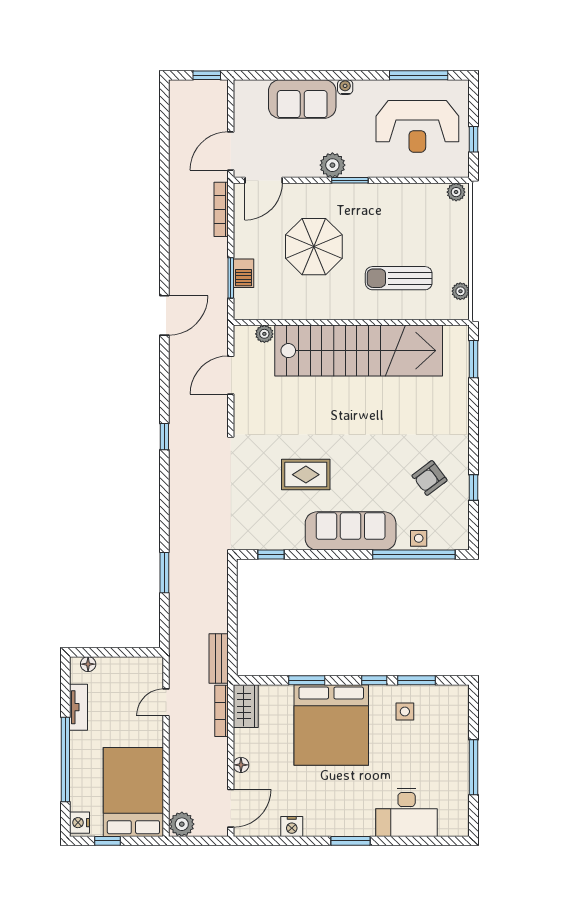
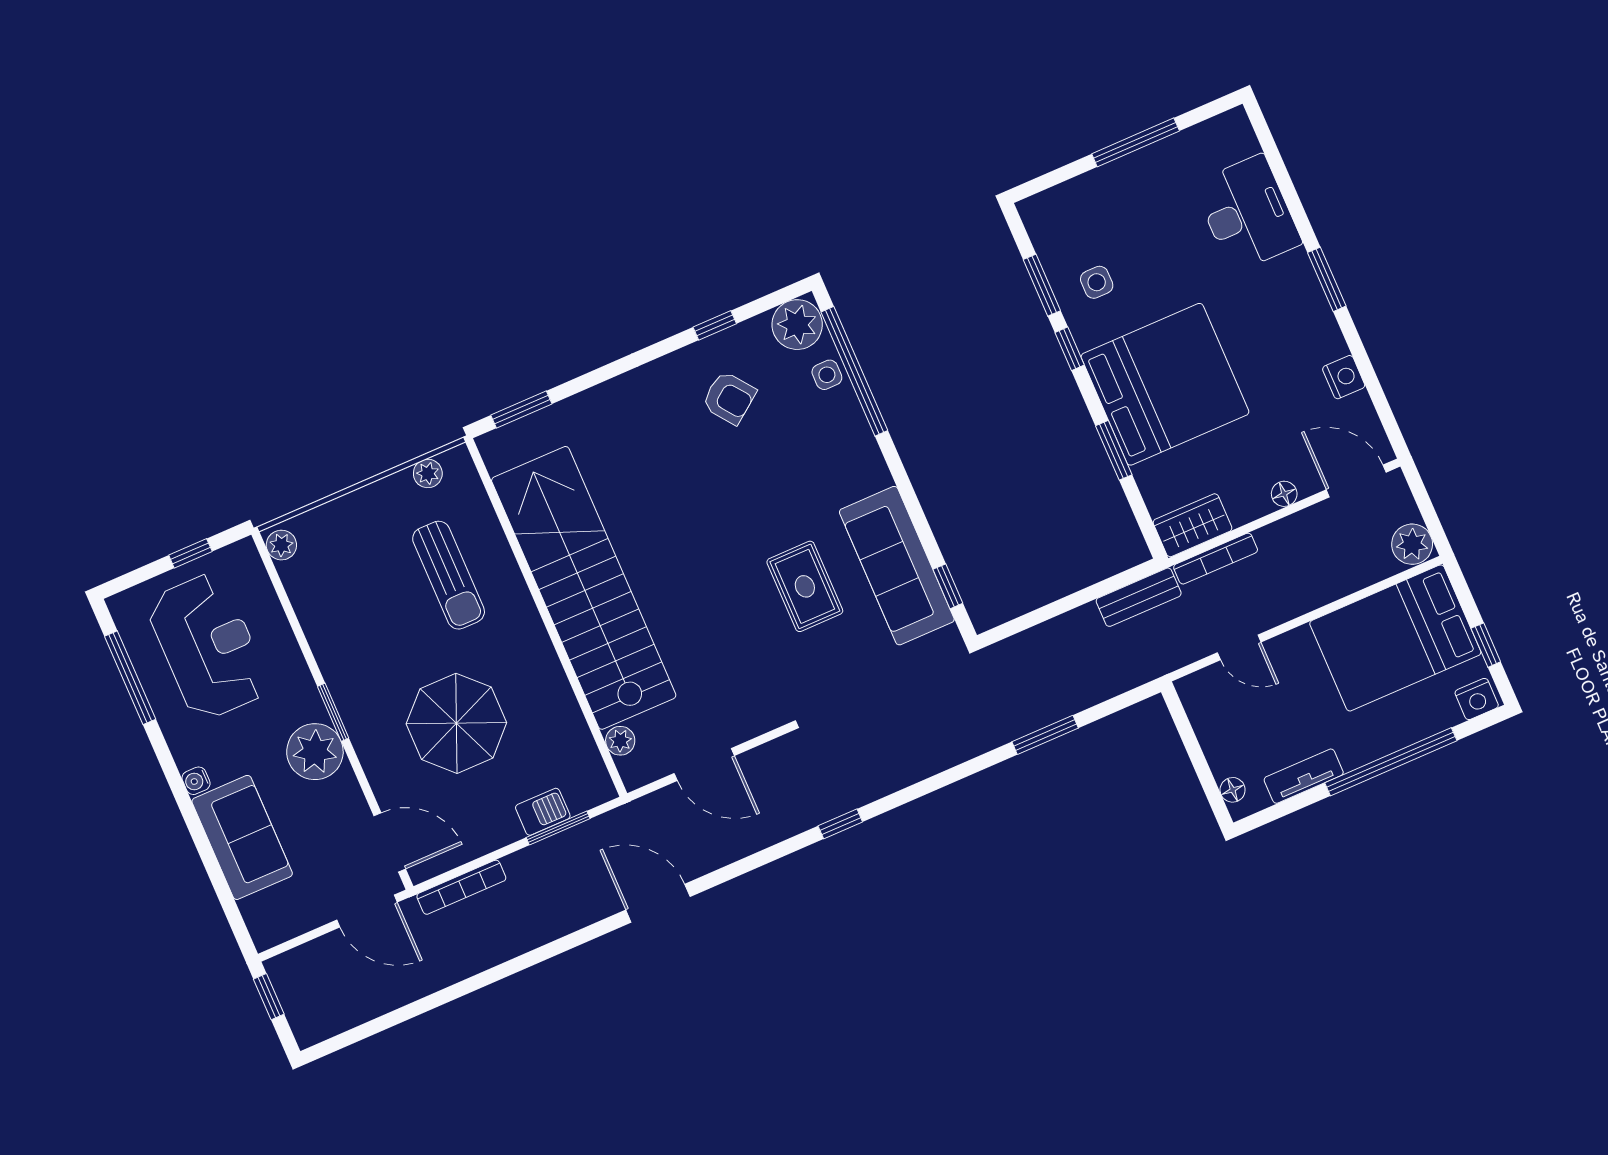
plant: (332, 165) -> (315, 752), width x1.36, depth x1.36
sofa: (351, 531) -> (897, 566), moved
plant: (454, 534) -> (797, 325), added

